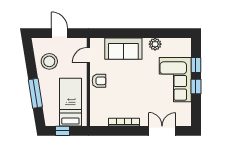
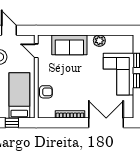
door: (88, 55) -> (36, 51), hinge flipped
armchair: (99, 81) -> (46, 92), moved
double door: (162, 131) -> (106, 123), width x1.37

